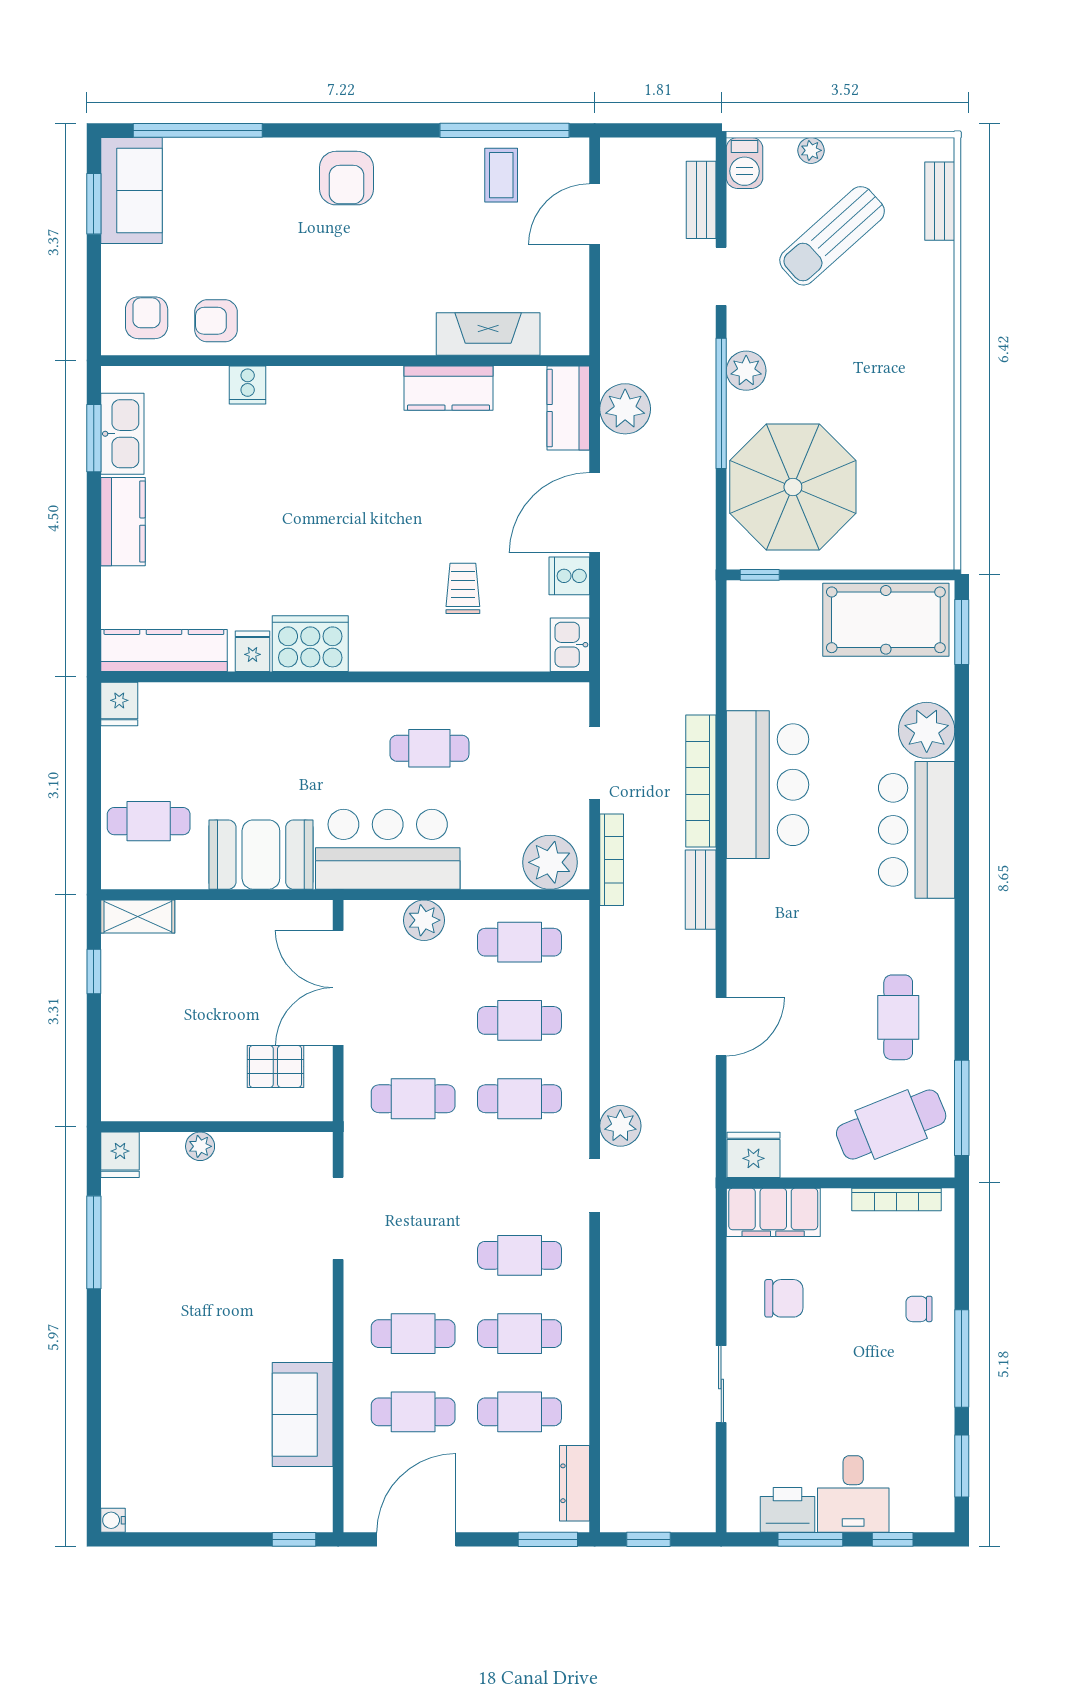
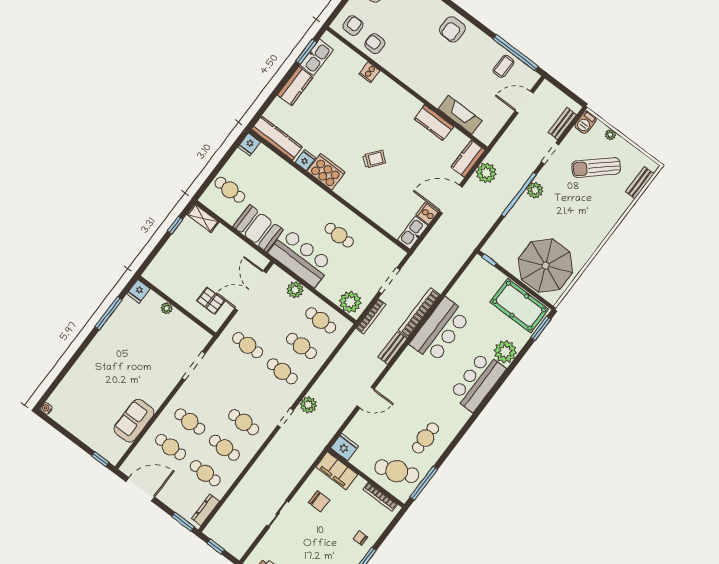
parasol: (793, 487) -> (546, 266), moved
trolley: (463, 588) -> (374, 159), moved, turned 38
kitchen sink: (570, 645) -> (413, 233), width x1.38

